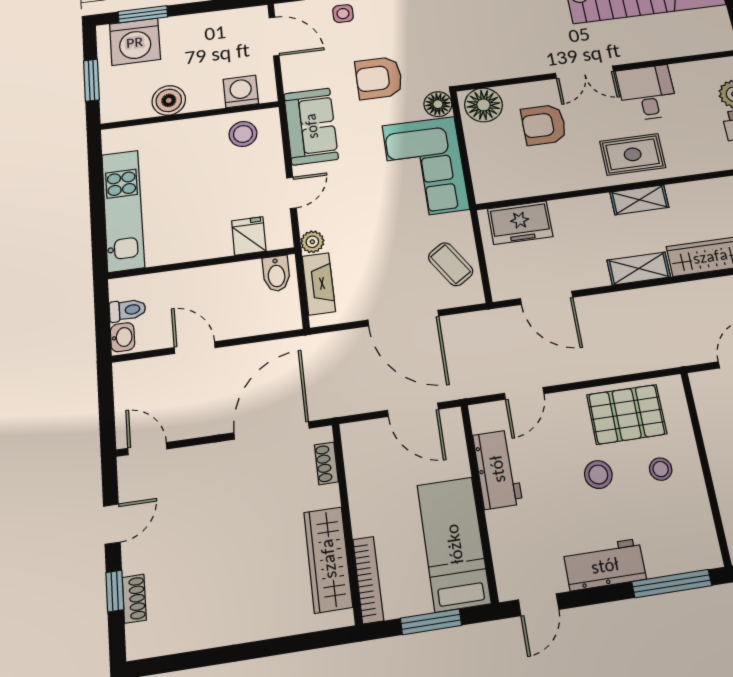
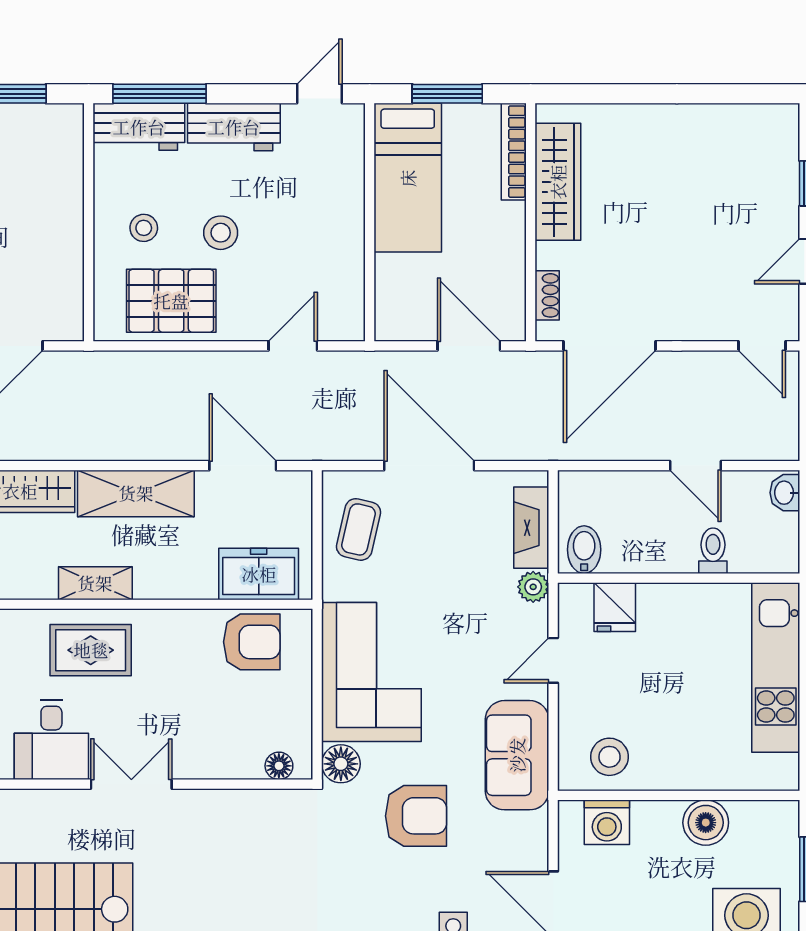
floor lamp: (483, 105) -> (279, 766), width x0.53, depth x0.53
armchair: (544, 125) -> (252, 642), moved
coffee table: (451, 264) -> (359, 529), turned 46
shelving: (639, 269) -> (136, 493), width x1.50, depth x1.33
toilet: (127, 310) -> (713, 551), moved, turned 90
door: (413, 410) -> (469, 346), moved
workbench: (497, 469) -> (139, 127), moved, turned -90
shoe rack: (134, 599) -> (787, 171), removed

